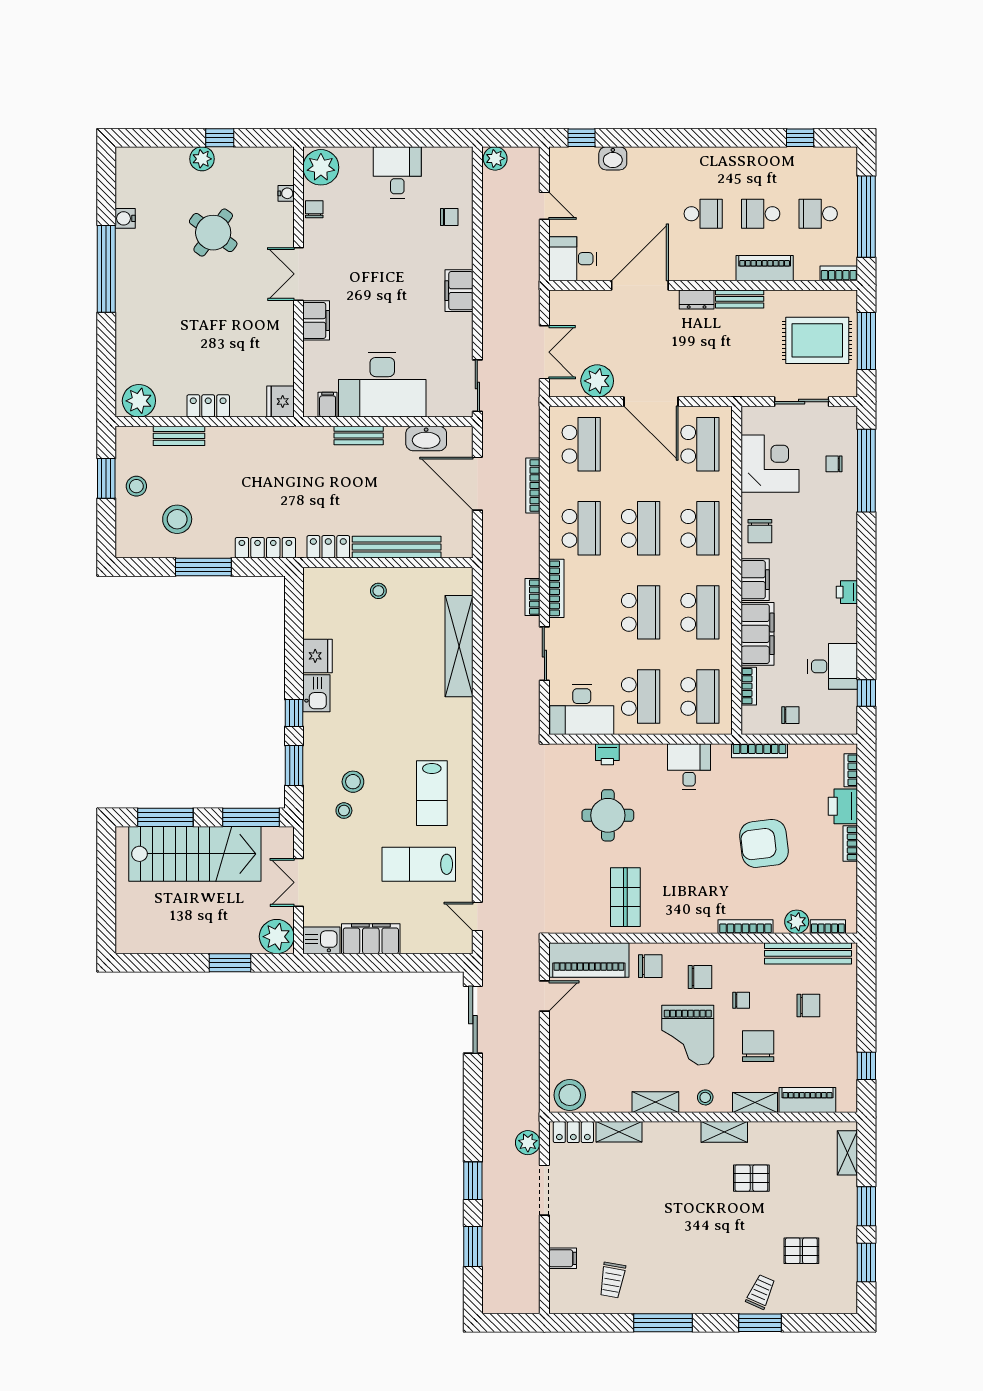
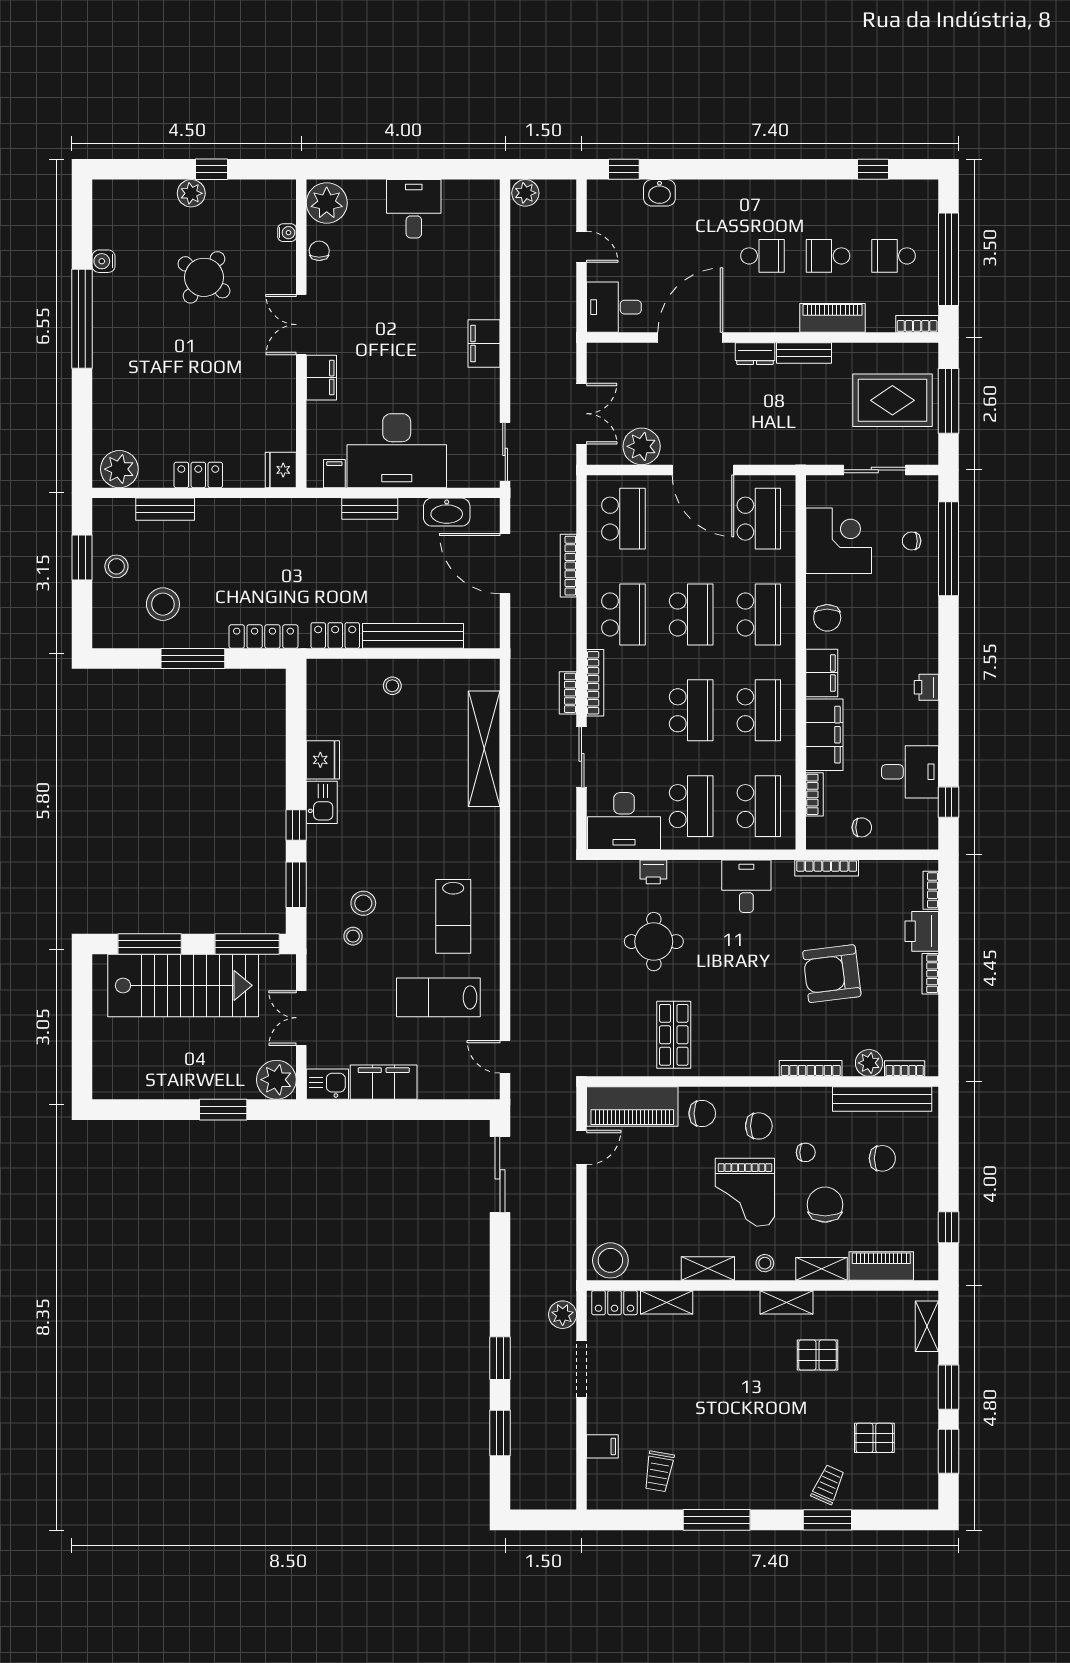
chair: (449, 217) -> (473, 260), removed

